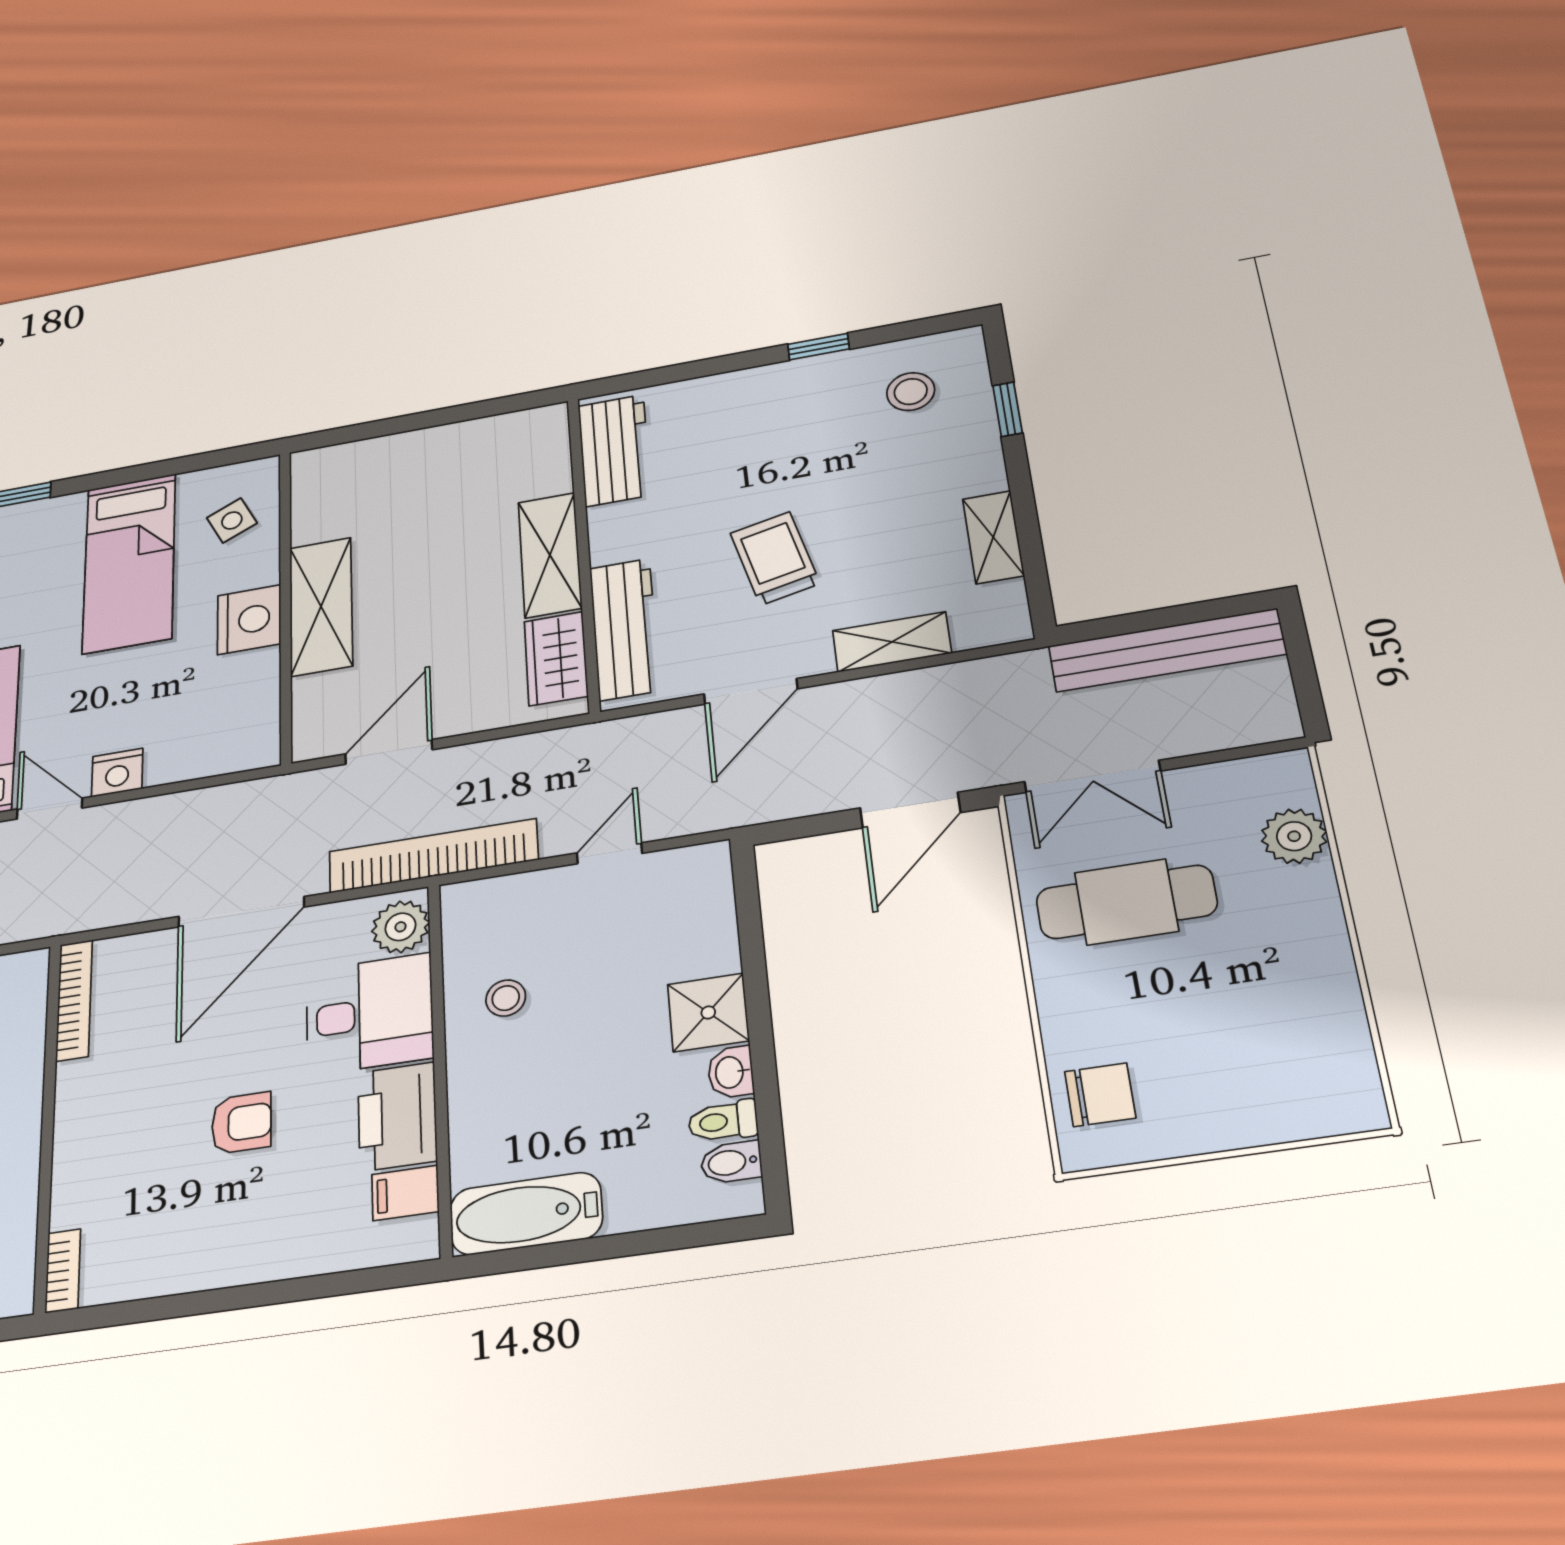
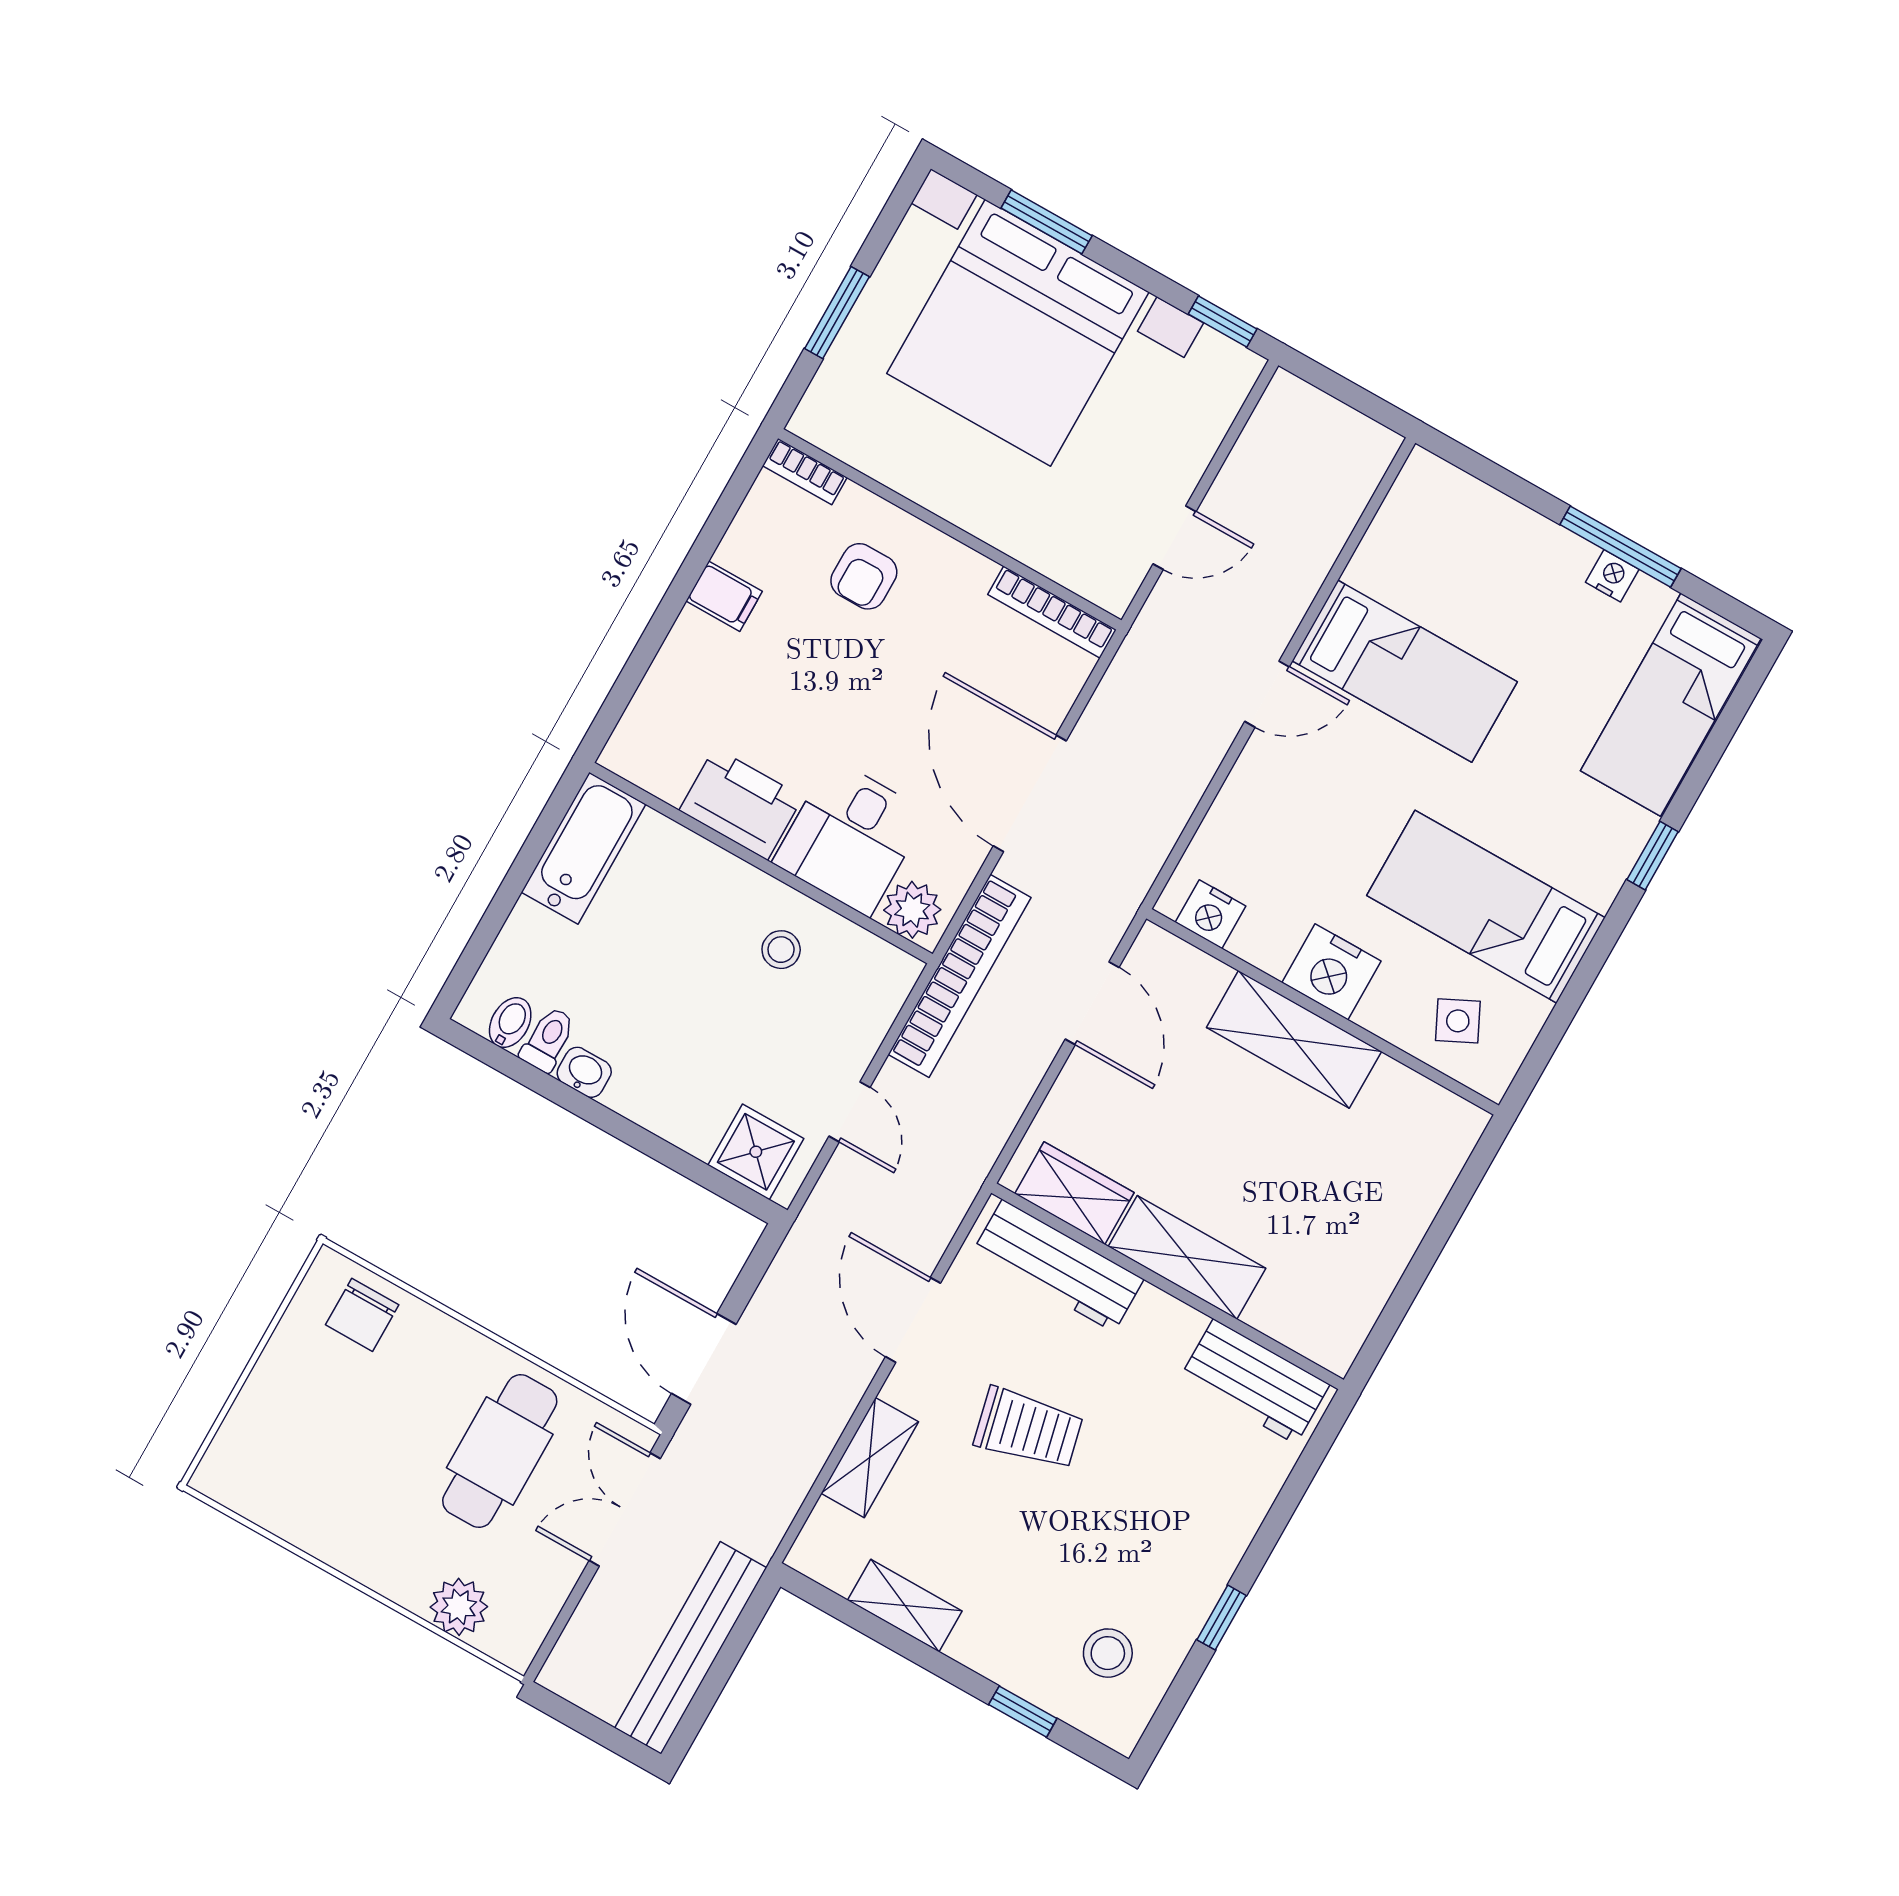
nightstand: (117, 773) -> (1211, 914), moved, turned -90
shower: (708, 1012) -> (756, 1152), moved
armchair: (241, 1123) -> (864, 576), moved
filing cabinet: (405, 1193) -> (724, 596), moved, turned 90

